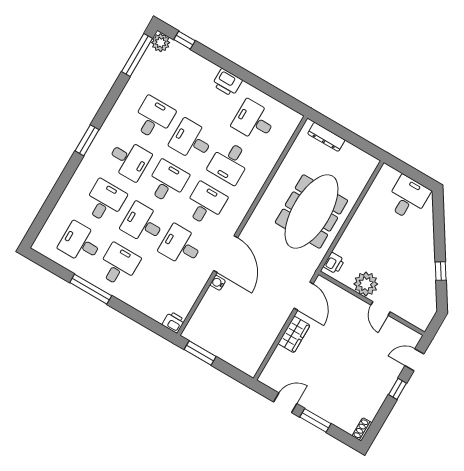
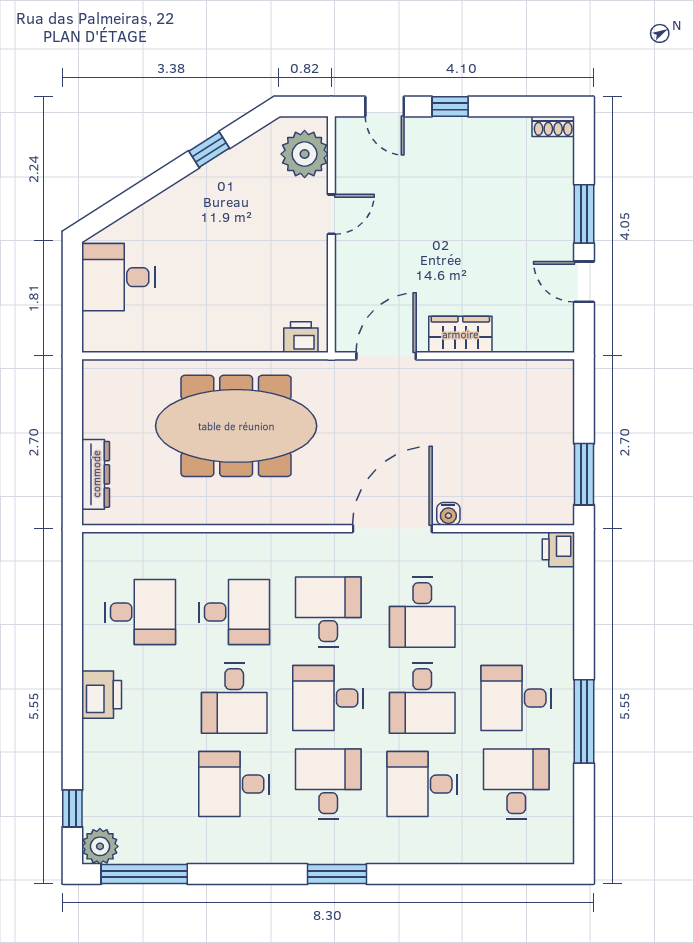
desk: (254, 121) -> (140, 612), turned -90
desk: (205, 204) -> (328, 612), turned 90
desk: (80, 243) -> (516, 784), turned 180
plant: (366, 284) -> (305, 154), moved

